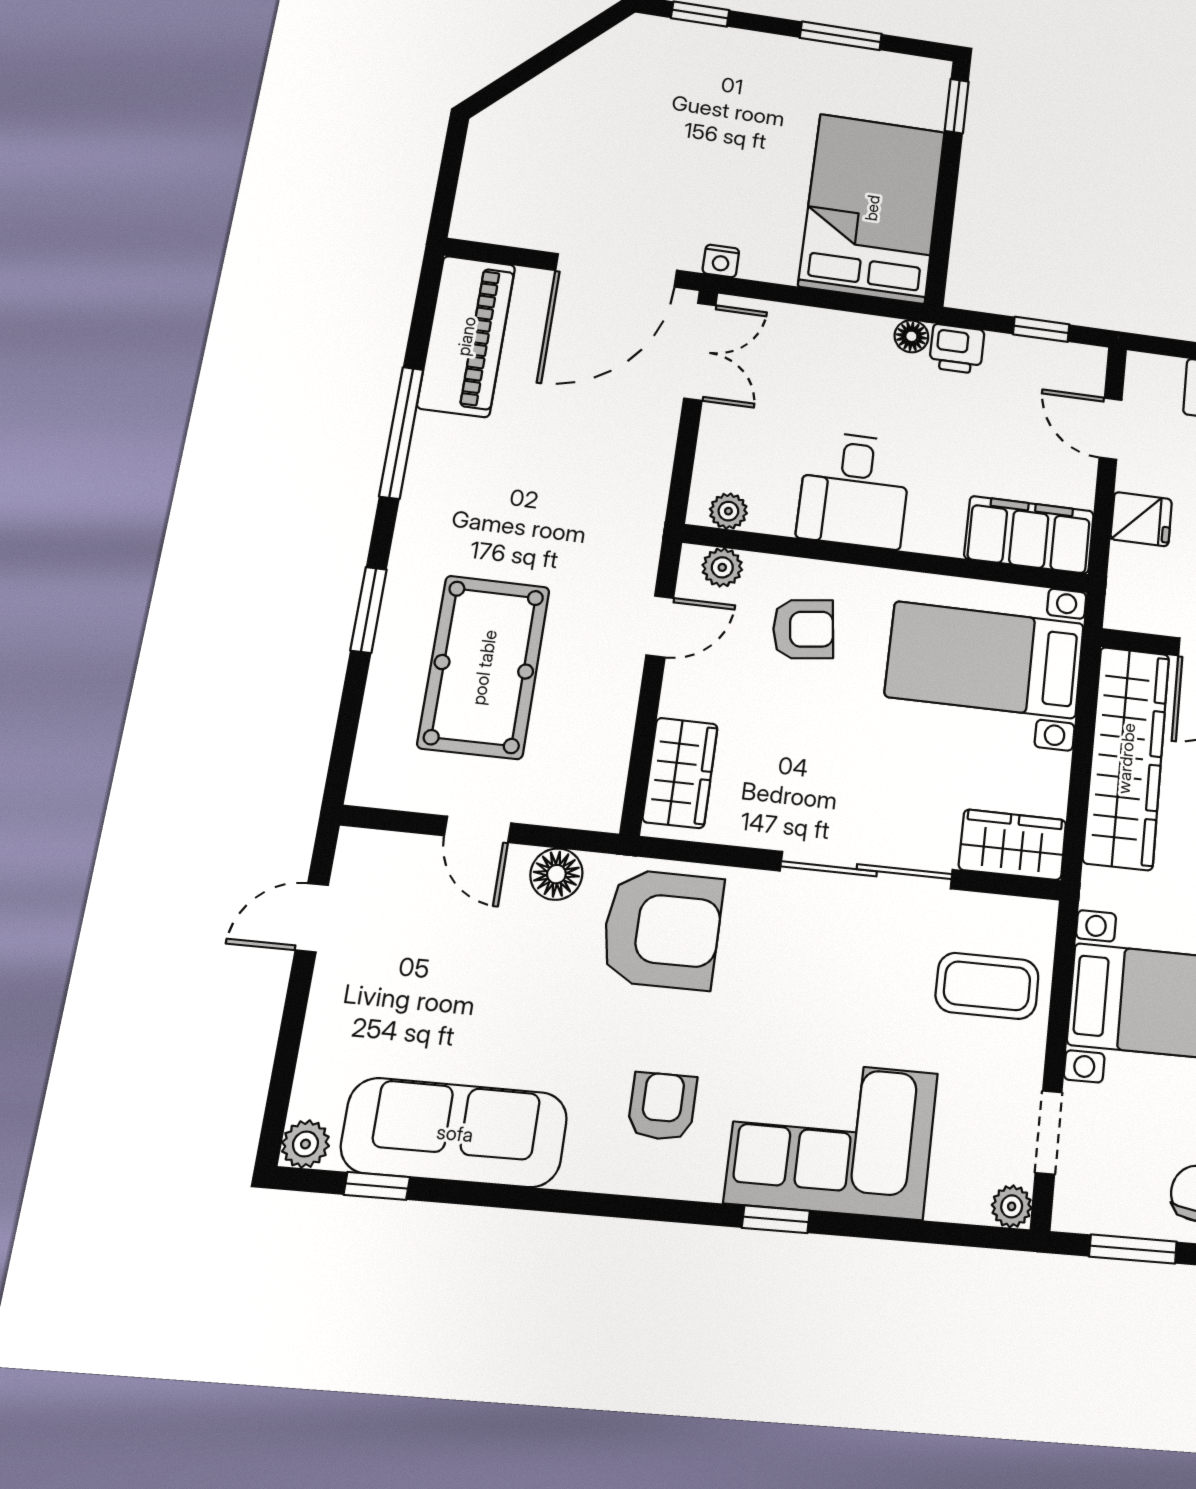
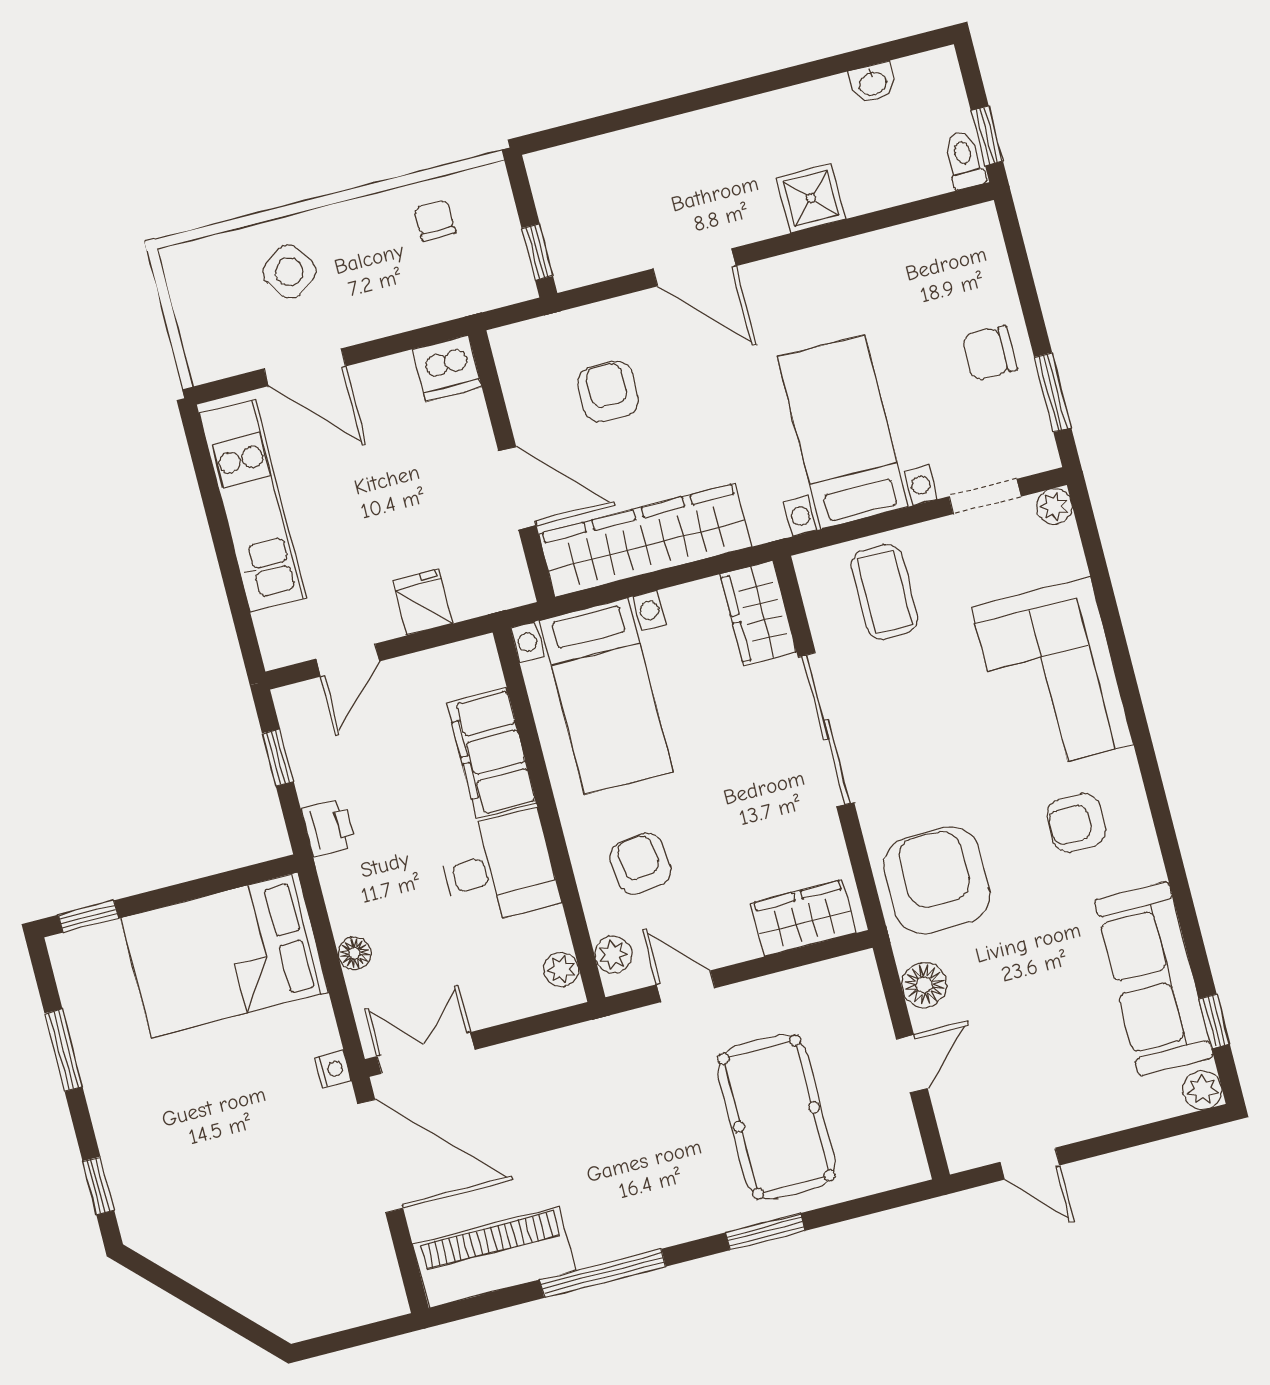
floor lamp: (911, 336) -> (355, 953), moved
filing cabinet: (1029, 535) -> (492, 753), moved
pool table: (484, 667) -> (777, 1117), turned 90
window: (776, 1219) -> (1131, 697), removed

